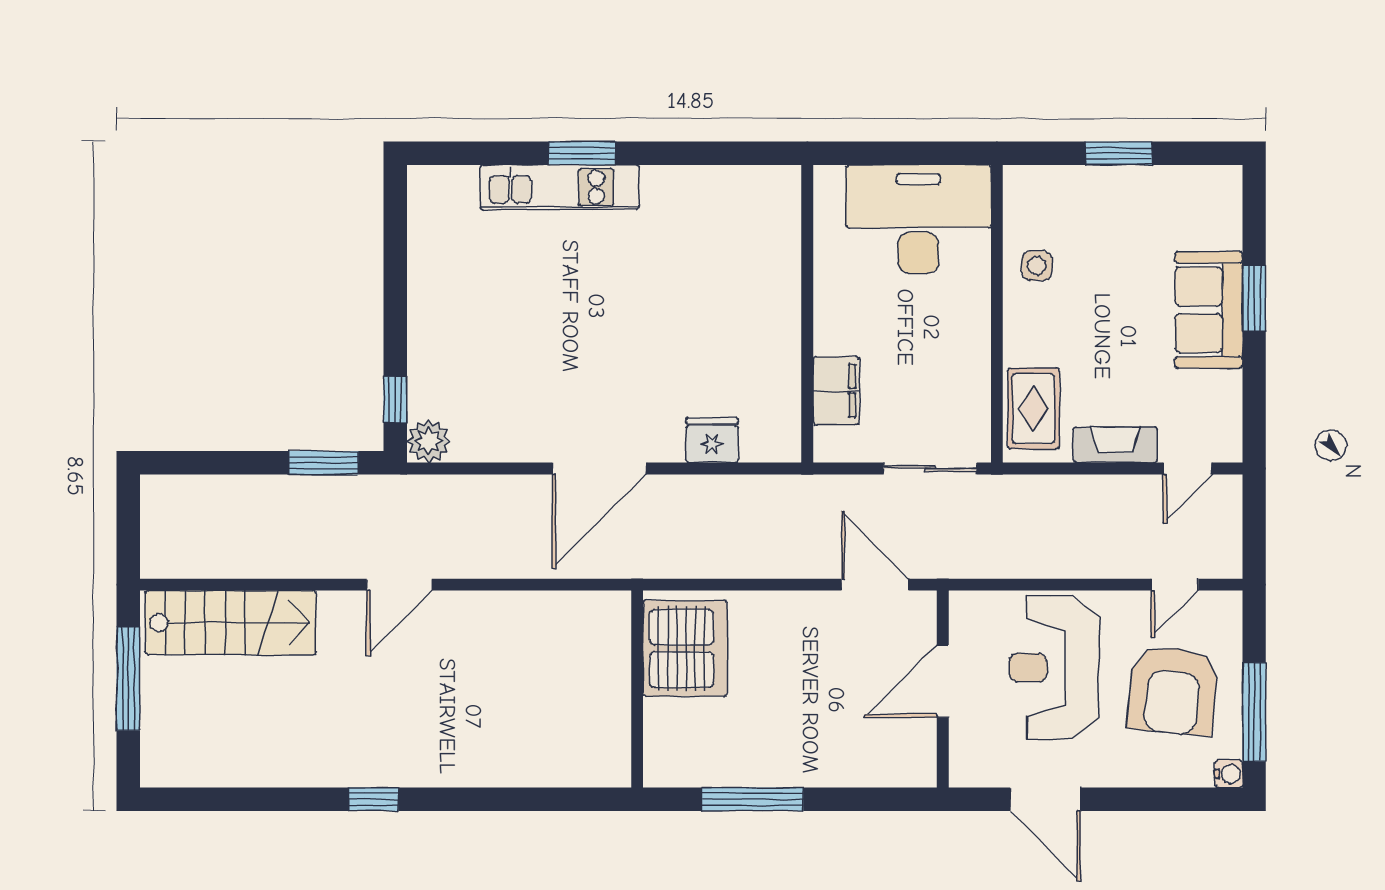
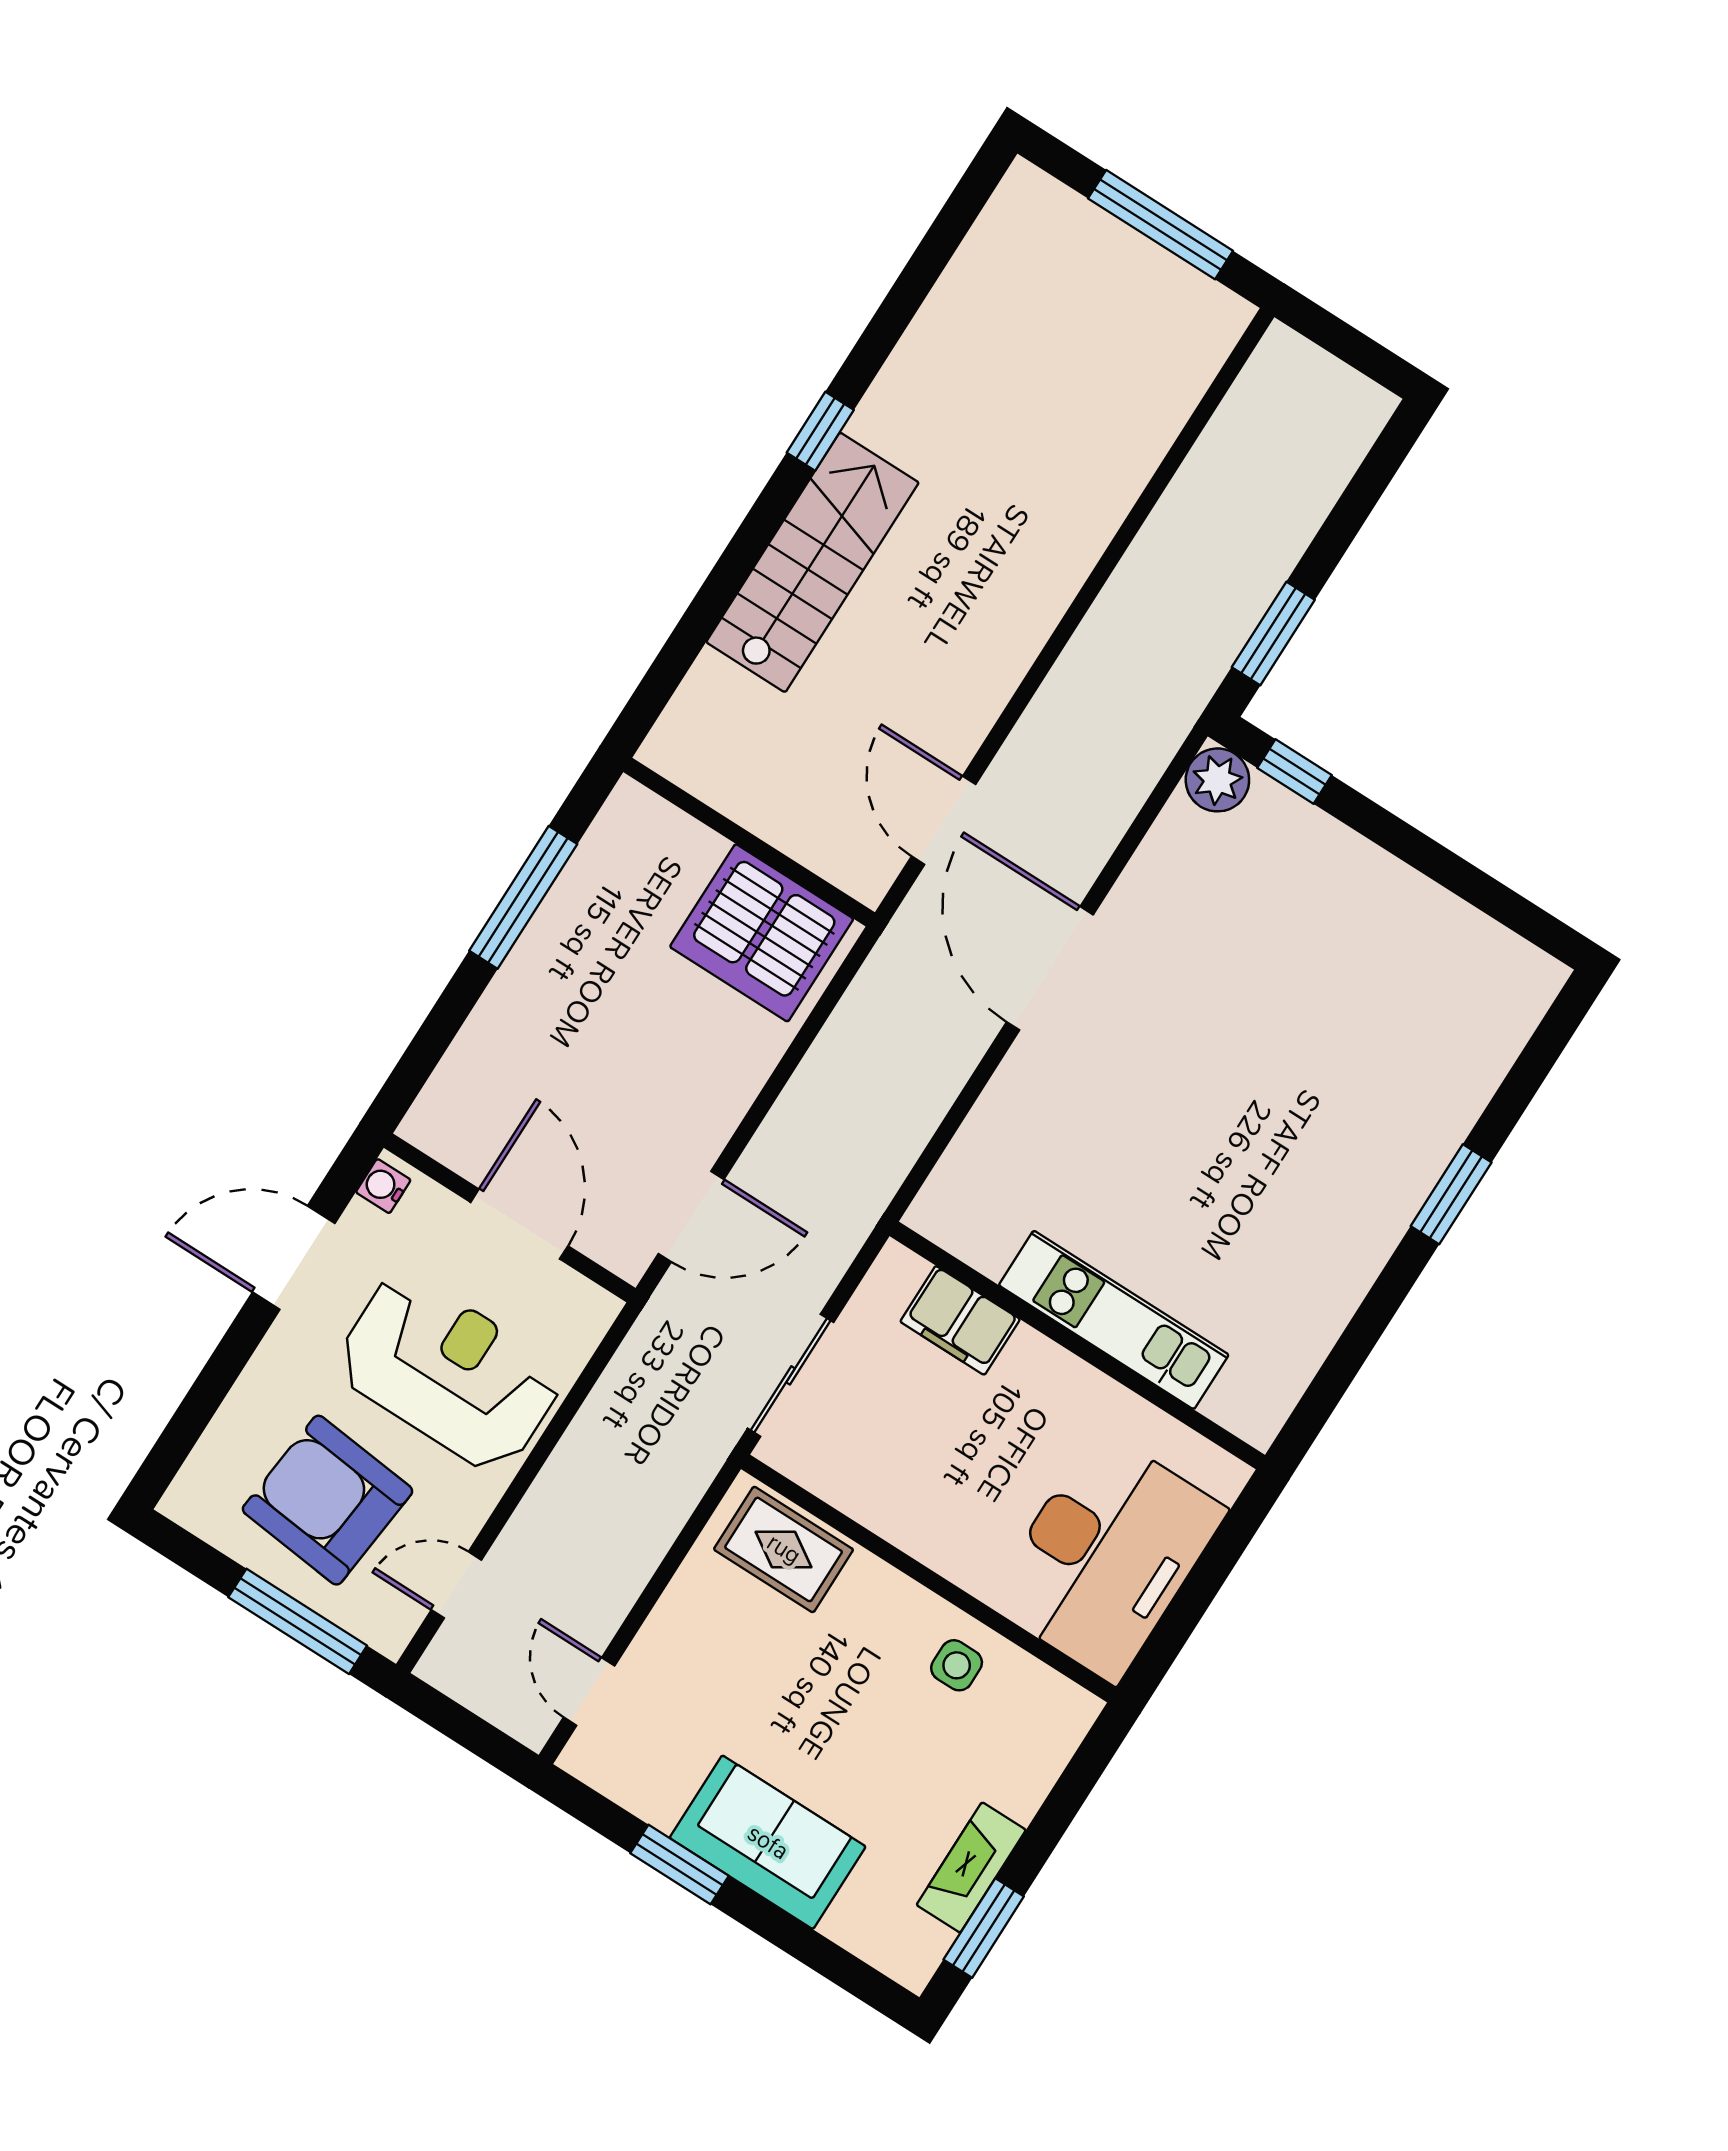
window: (1119, 153) -> (984, 1928), moved
kitchen unit: (560, 187) -> (1114, 1320), moved, turned 90
window: (1254, 298) -> (680, 1865), moved
fridge: (712, 440) -> (996, 1129), removed
fireplace: (1115, 445) -> (971, 1867), moved, turned 180
door: (399, 585) -> (944, 820), moved
door: (1175, 585) -> (456, 1585), hinge flipped
stairs: (231, 623) -> (812, 562), moved, turned 180
window: (1254, 712) -> (298, 1621), moved
water cooler: (1229, 774) -> (383, 1186), moved, turned 90

